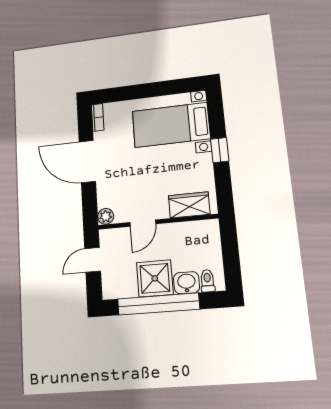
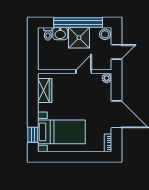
window: (220, 150) -> (33, 135), moved
wardrobe: (189, 205) -> (45, 91), moved, turned -90
stool: (113, 287) -> (105, 34), added

